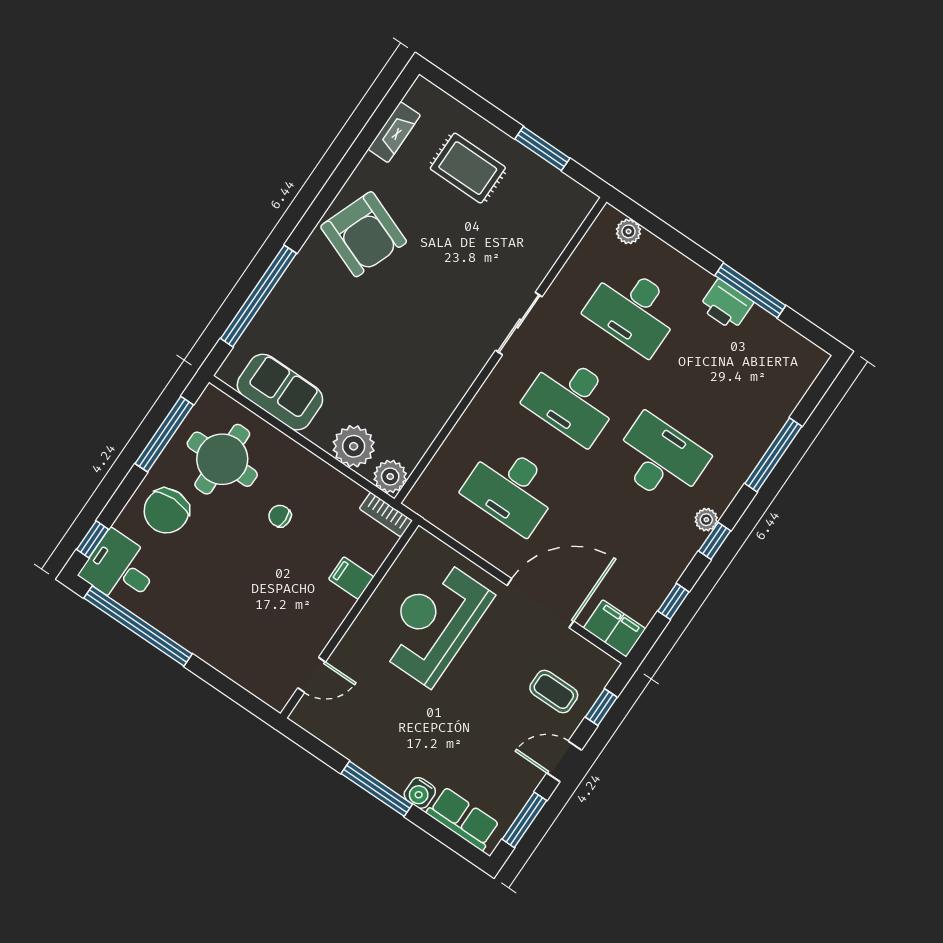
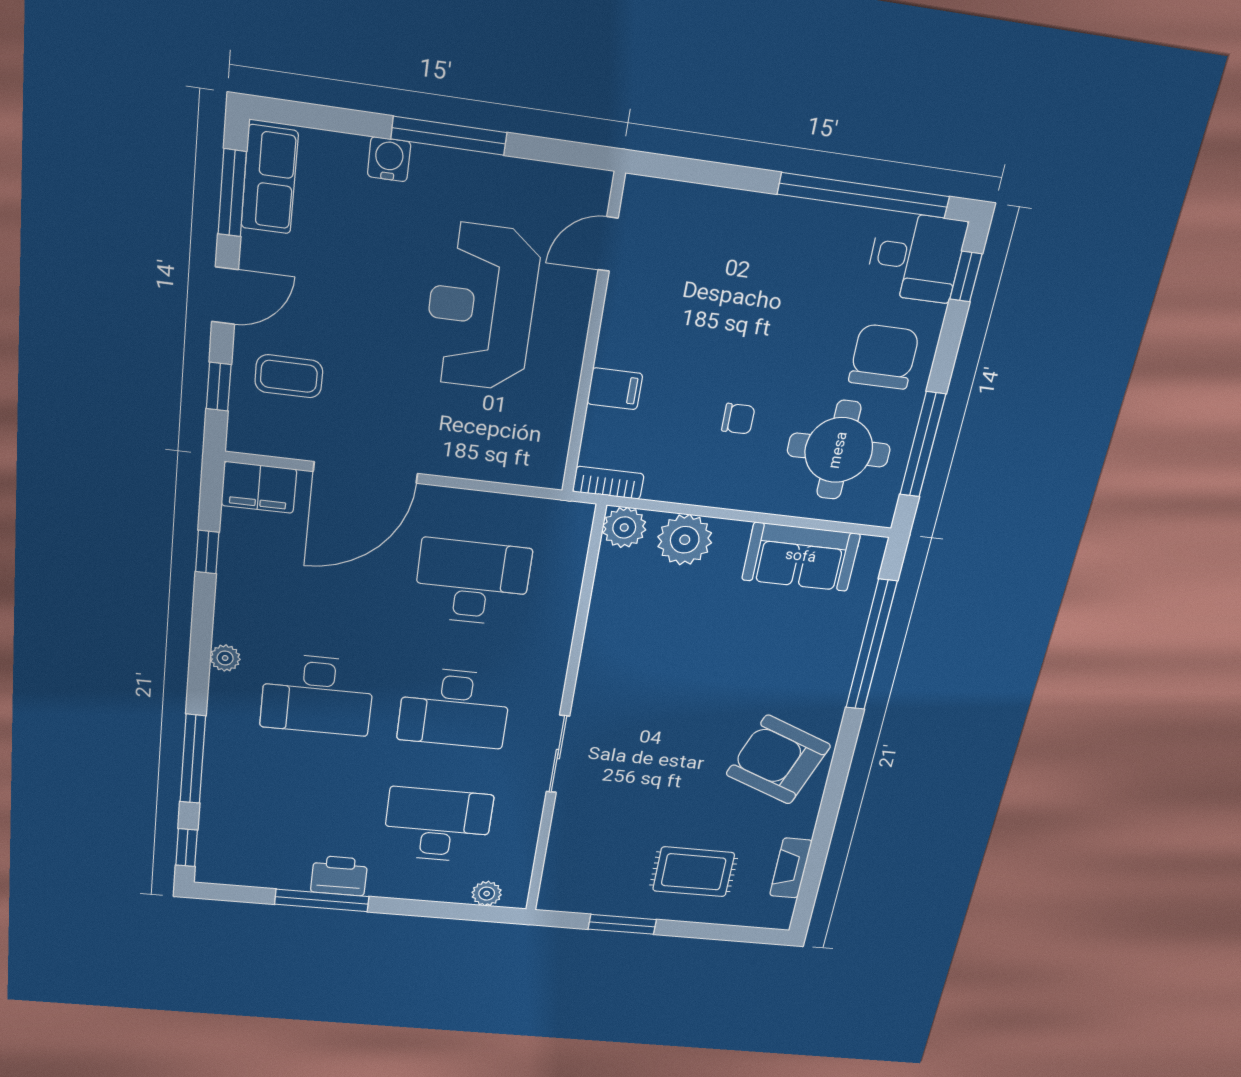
desk: (572, 399) -> (454, 708), turned 180
window: (715, 541) -> (187, 848), moved
reception desk: (434, 622) -> (481, 307), moved, turned 180
row of seats: (463, 819) -> (270, 180), moved, turned -90

